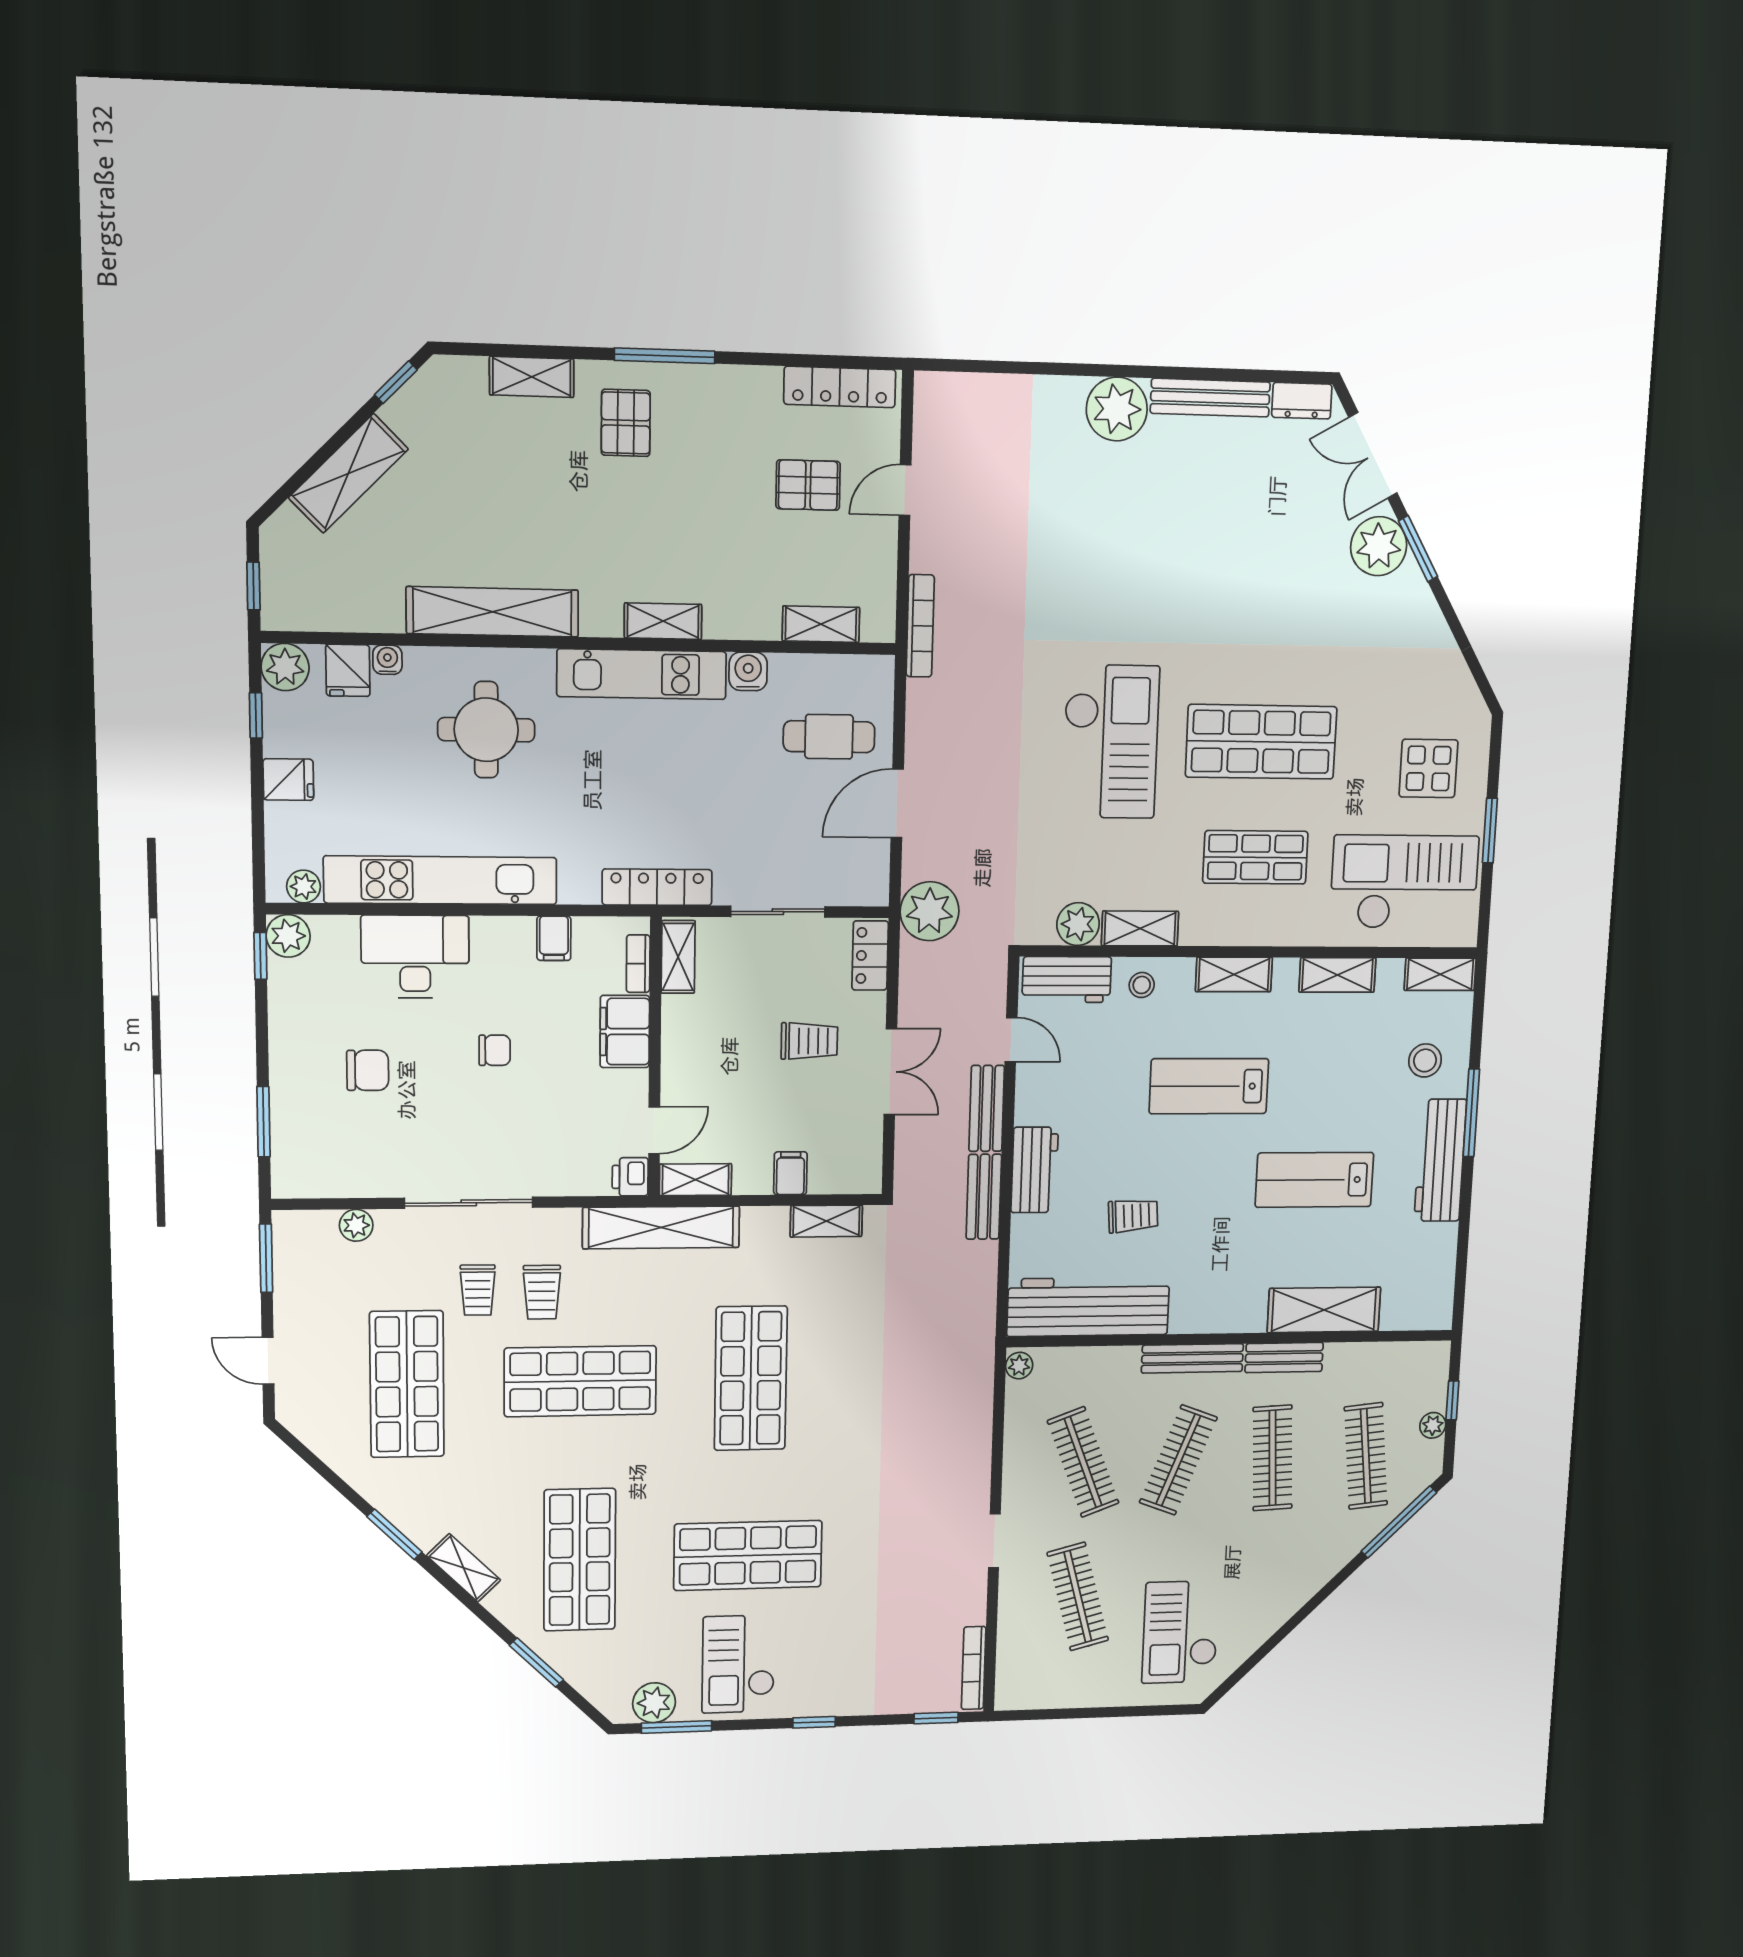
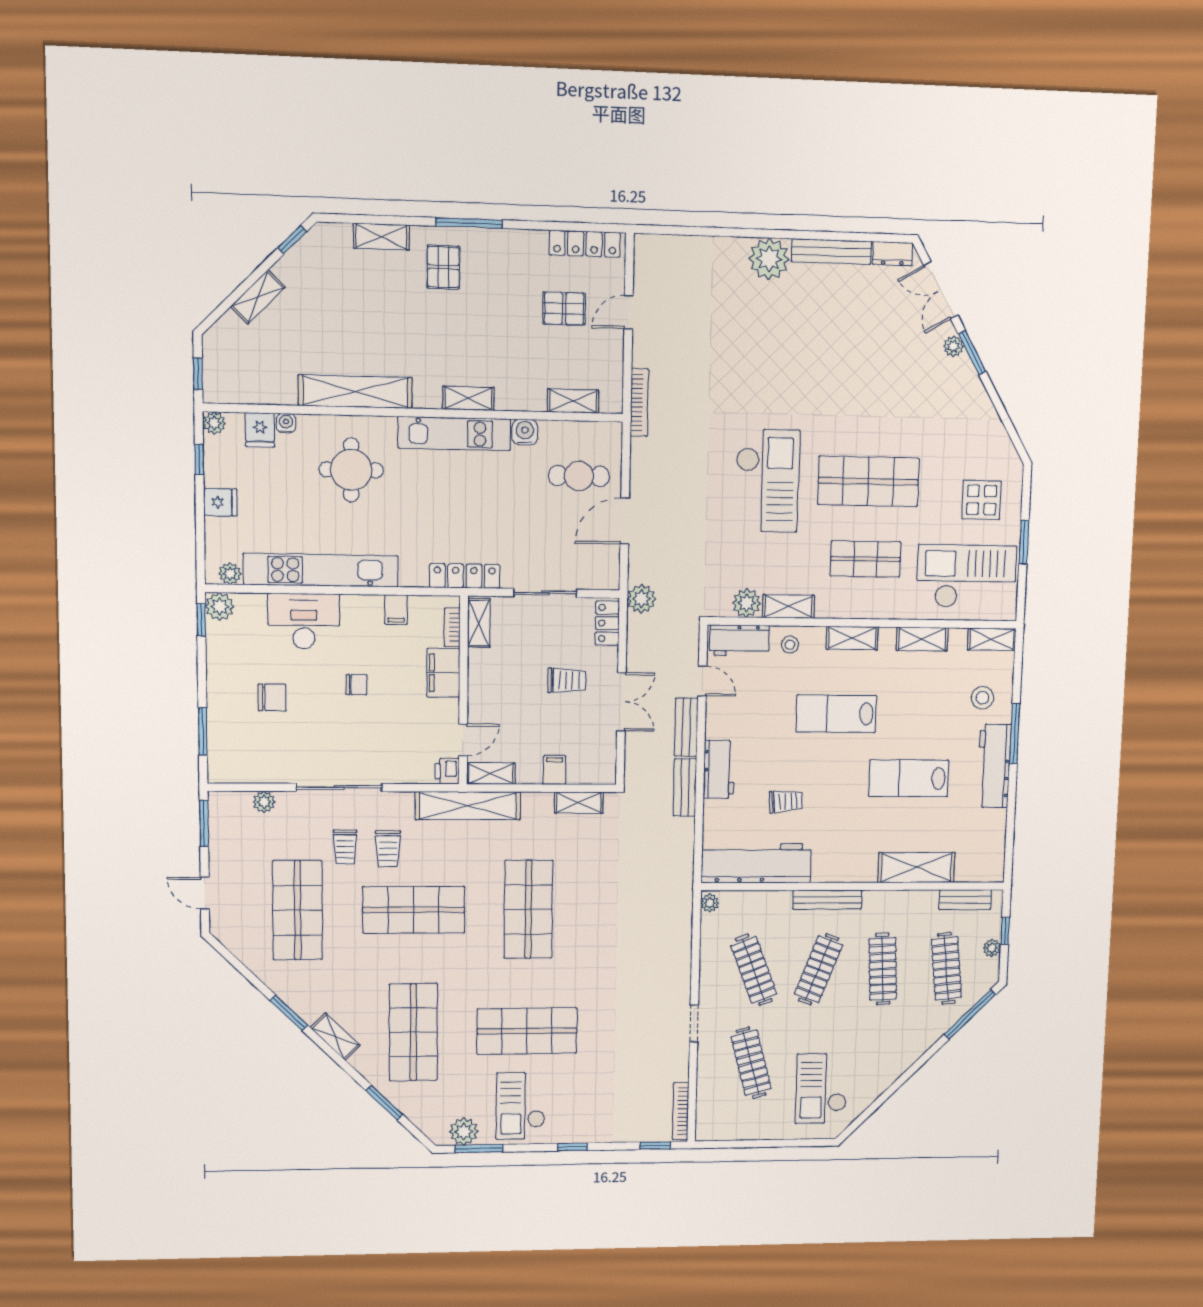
shelving: (348, 473) -> (258, 297), width x0.67, depth x0.75
plant: (1379, 546) -> (953, 346), width x0.53, depth x0.53
plant: (285, 667) -> (214, 423), width x0.73, depth x0.73
plant: (930, 911) -> (642, 599), width x0.73, depth x0.73
bench: (1284, 1358) -> (965, 900), moved

